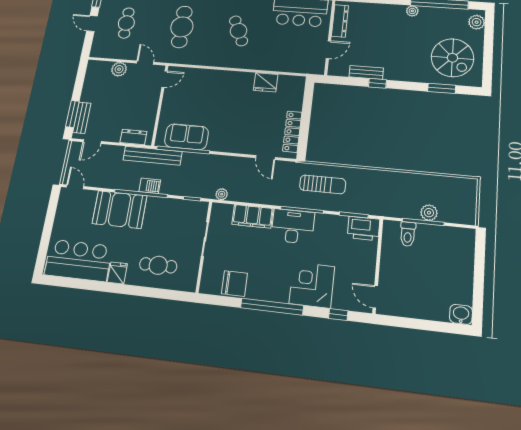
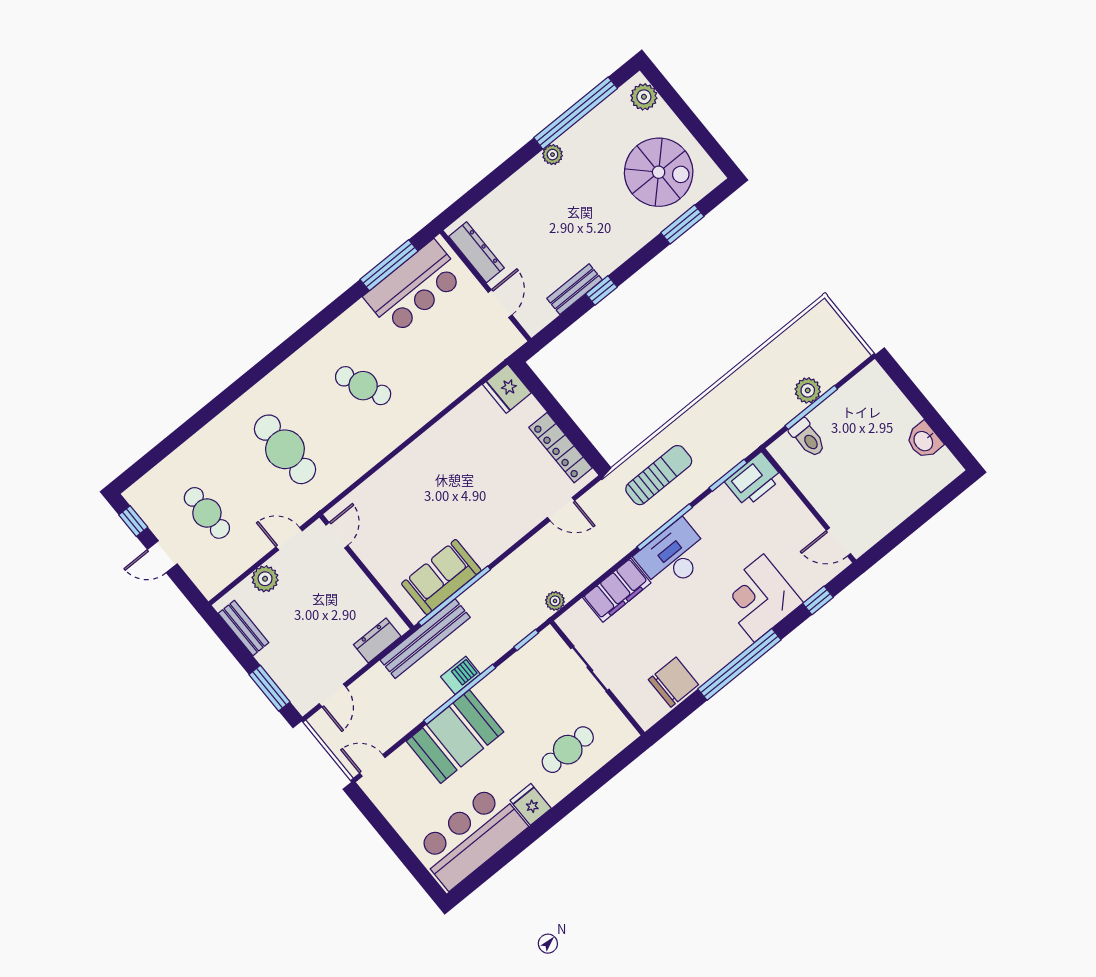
fridge: (266, 82) -> (507, 389), moved, turned 90
bench: (82, 118) -> (244, 628), moved
washbasin: (461, 314) -> (924, 441), moved, turned -90

